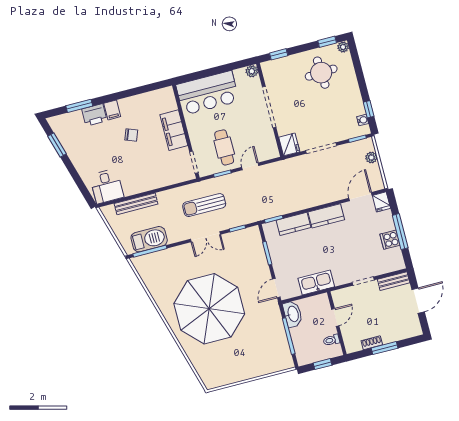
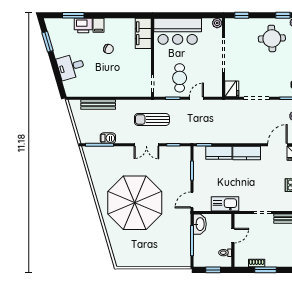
filing cabinet: (174, 130) -> (143, 33), moved
desk: (107, 186) -> (71, 67), moved, turned 74
barbecue: (149, 239) -> (108, 138), width x0.53, depth x0.65

